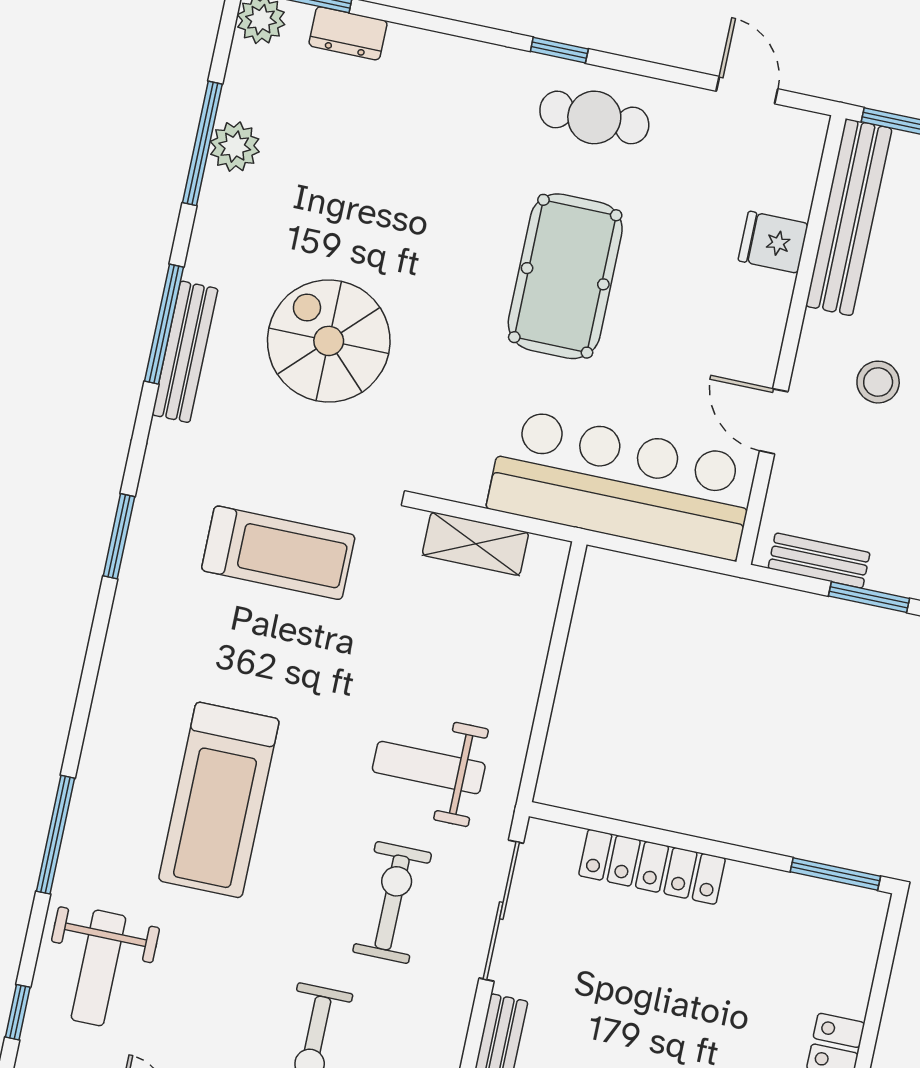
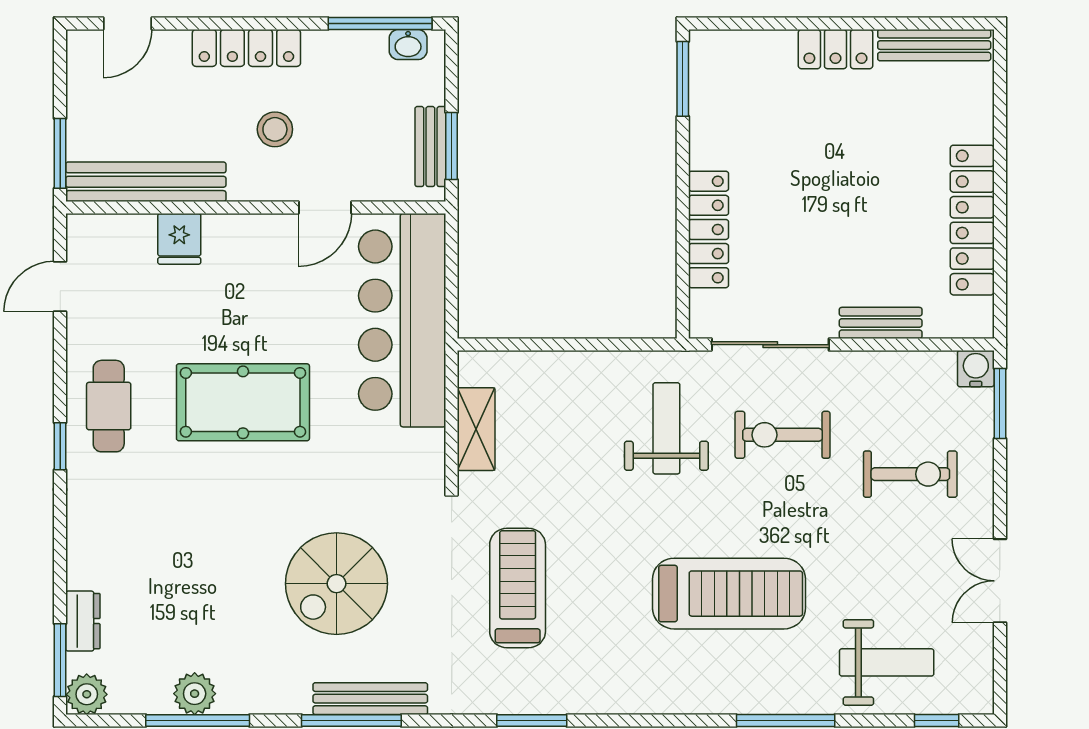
window: (869, 597) -> (452, 146), moved
weight bench: (429, 768) -> (666, 428), turned 180

